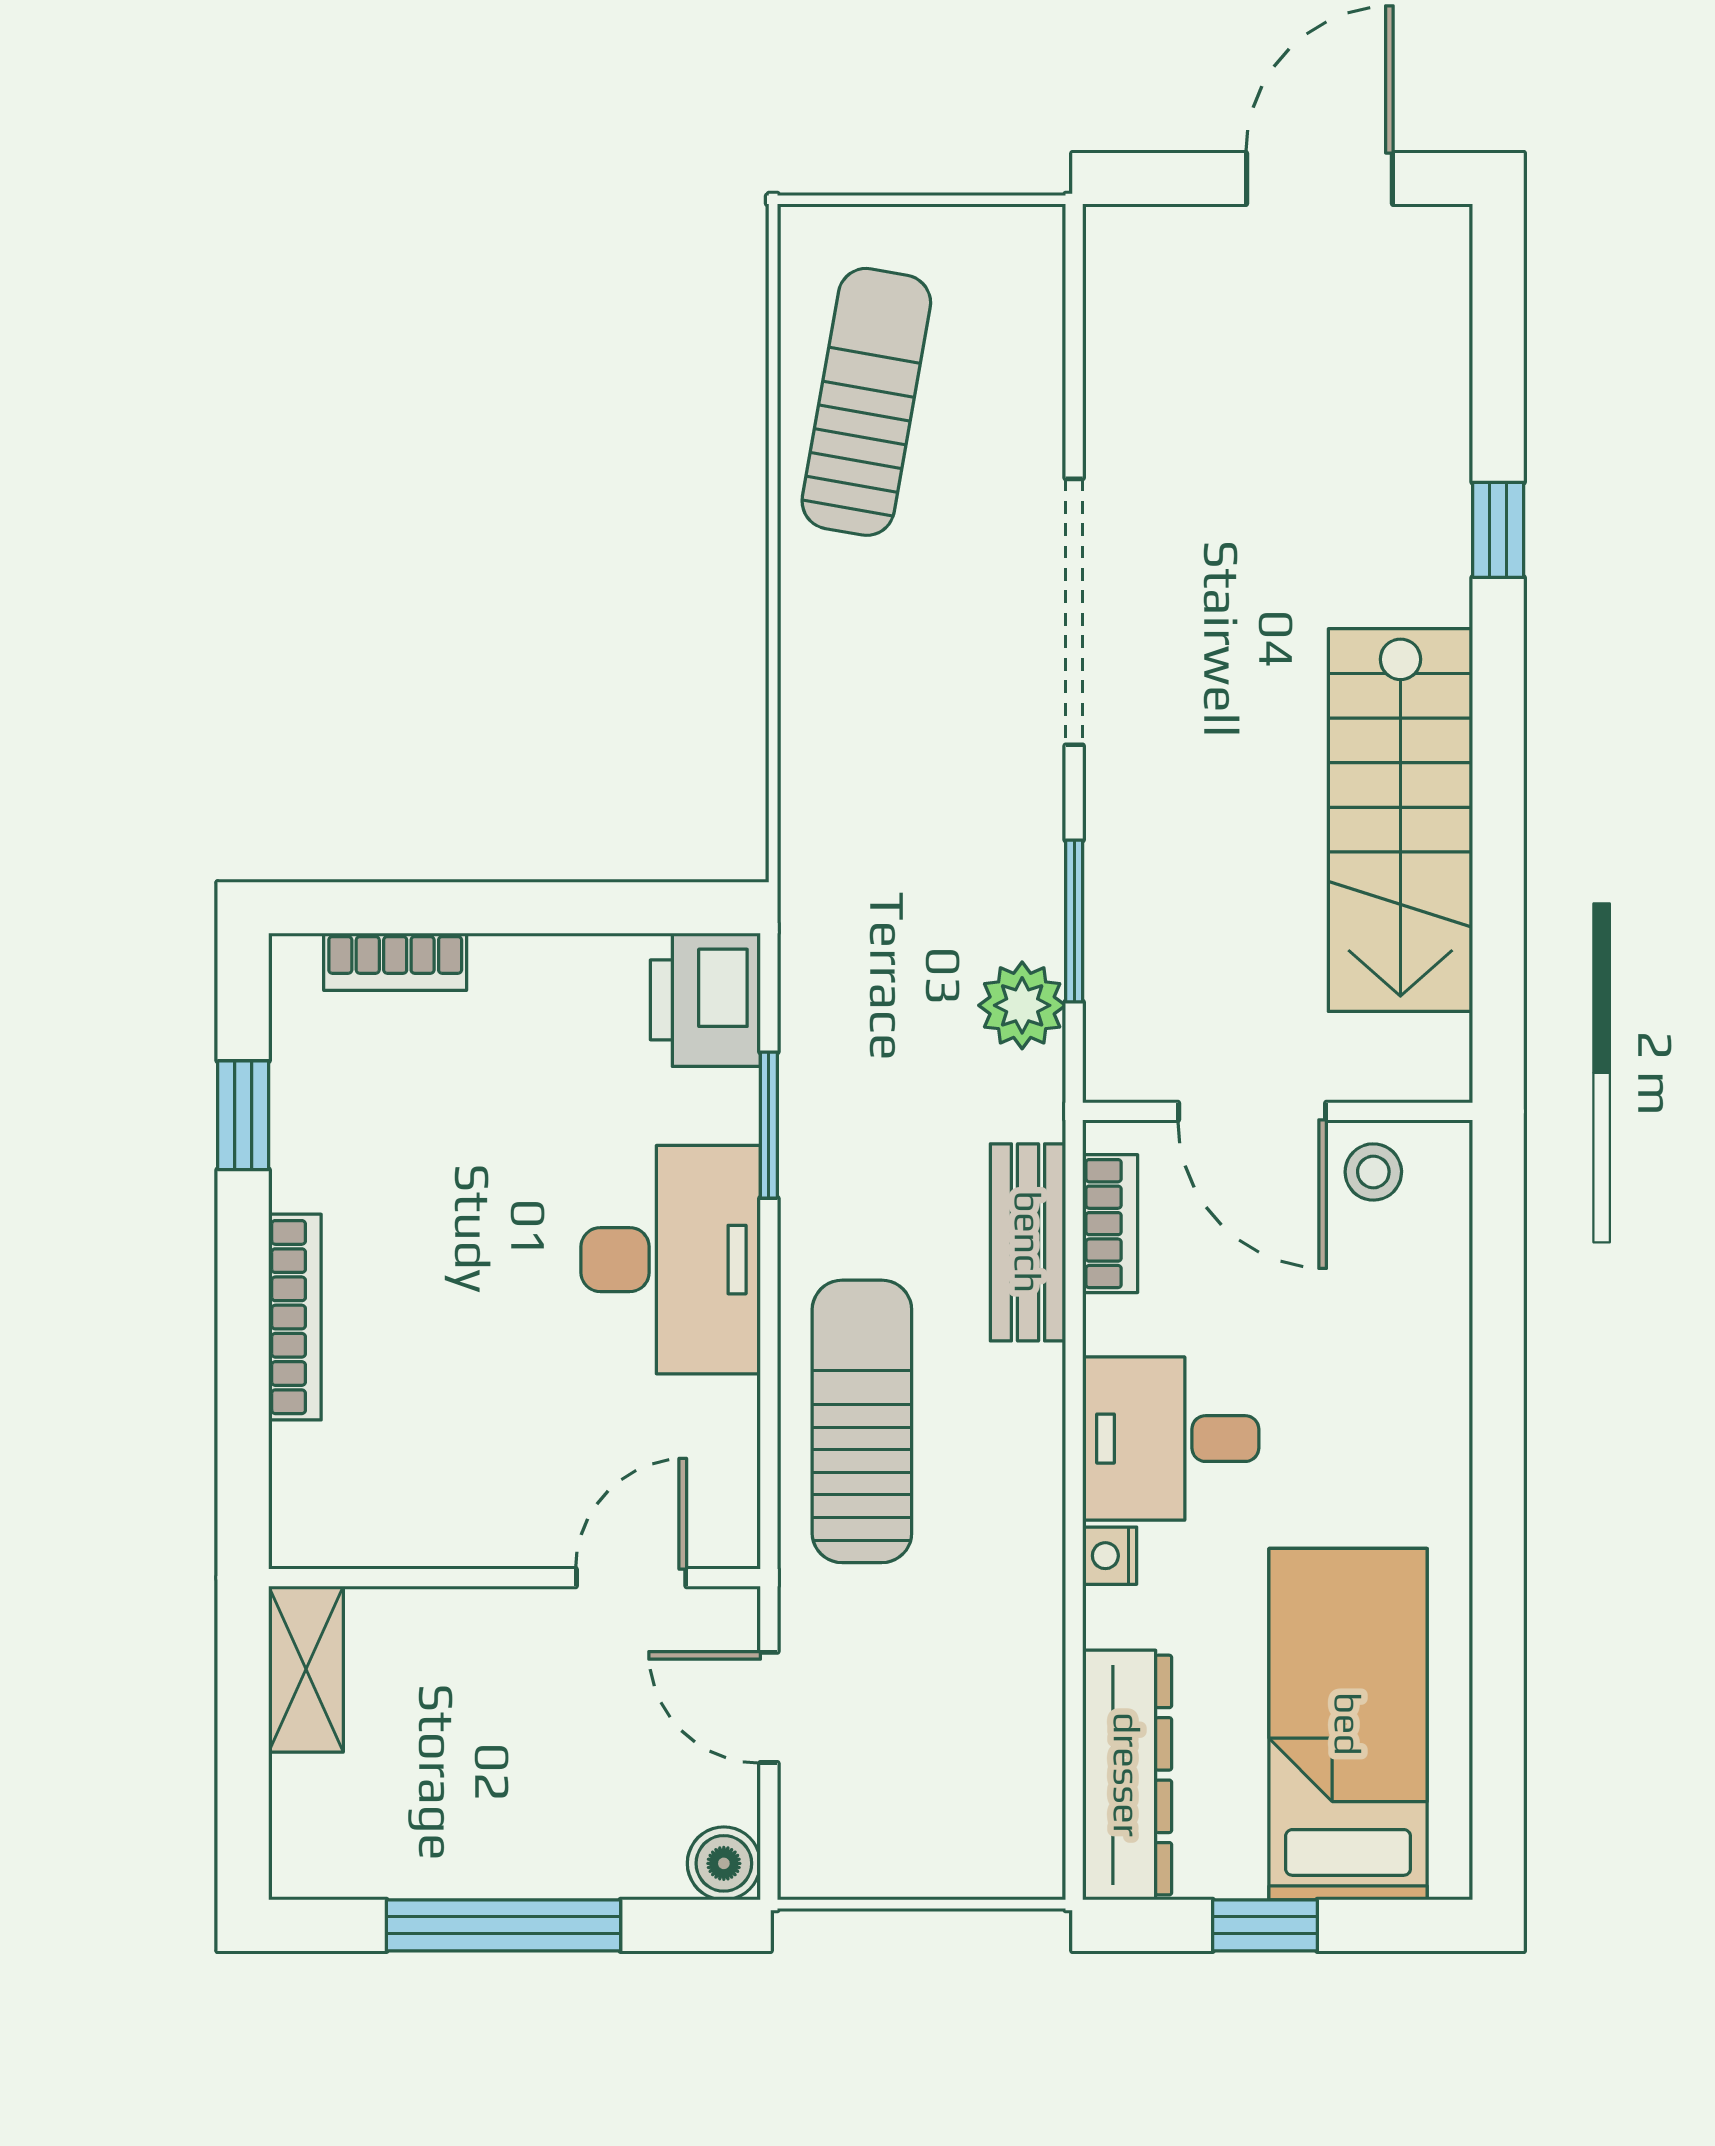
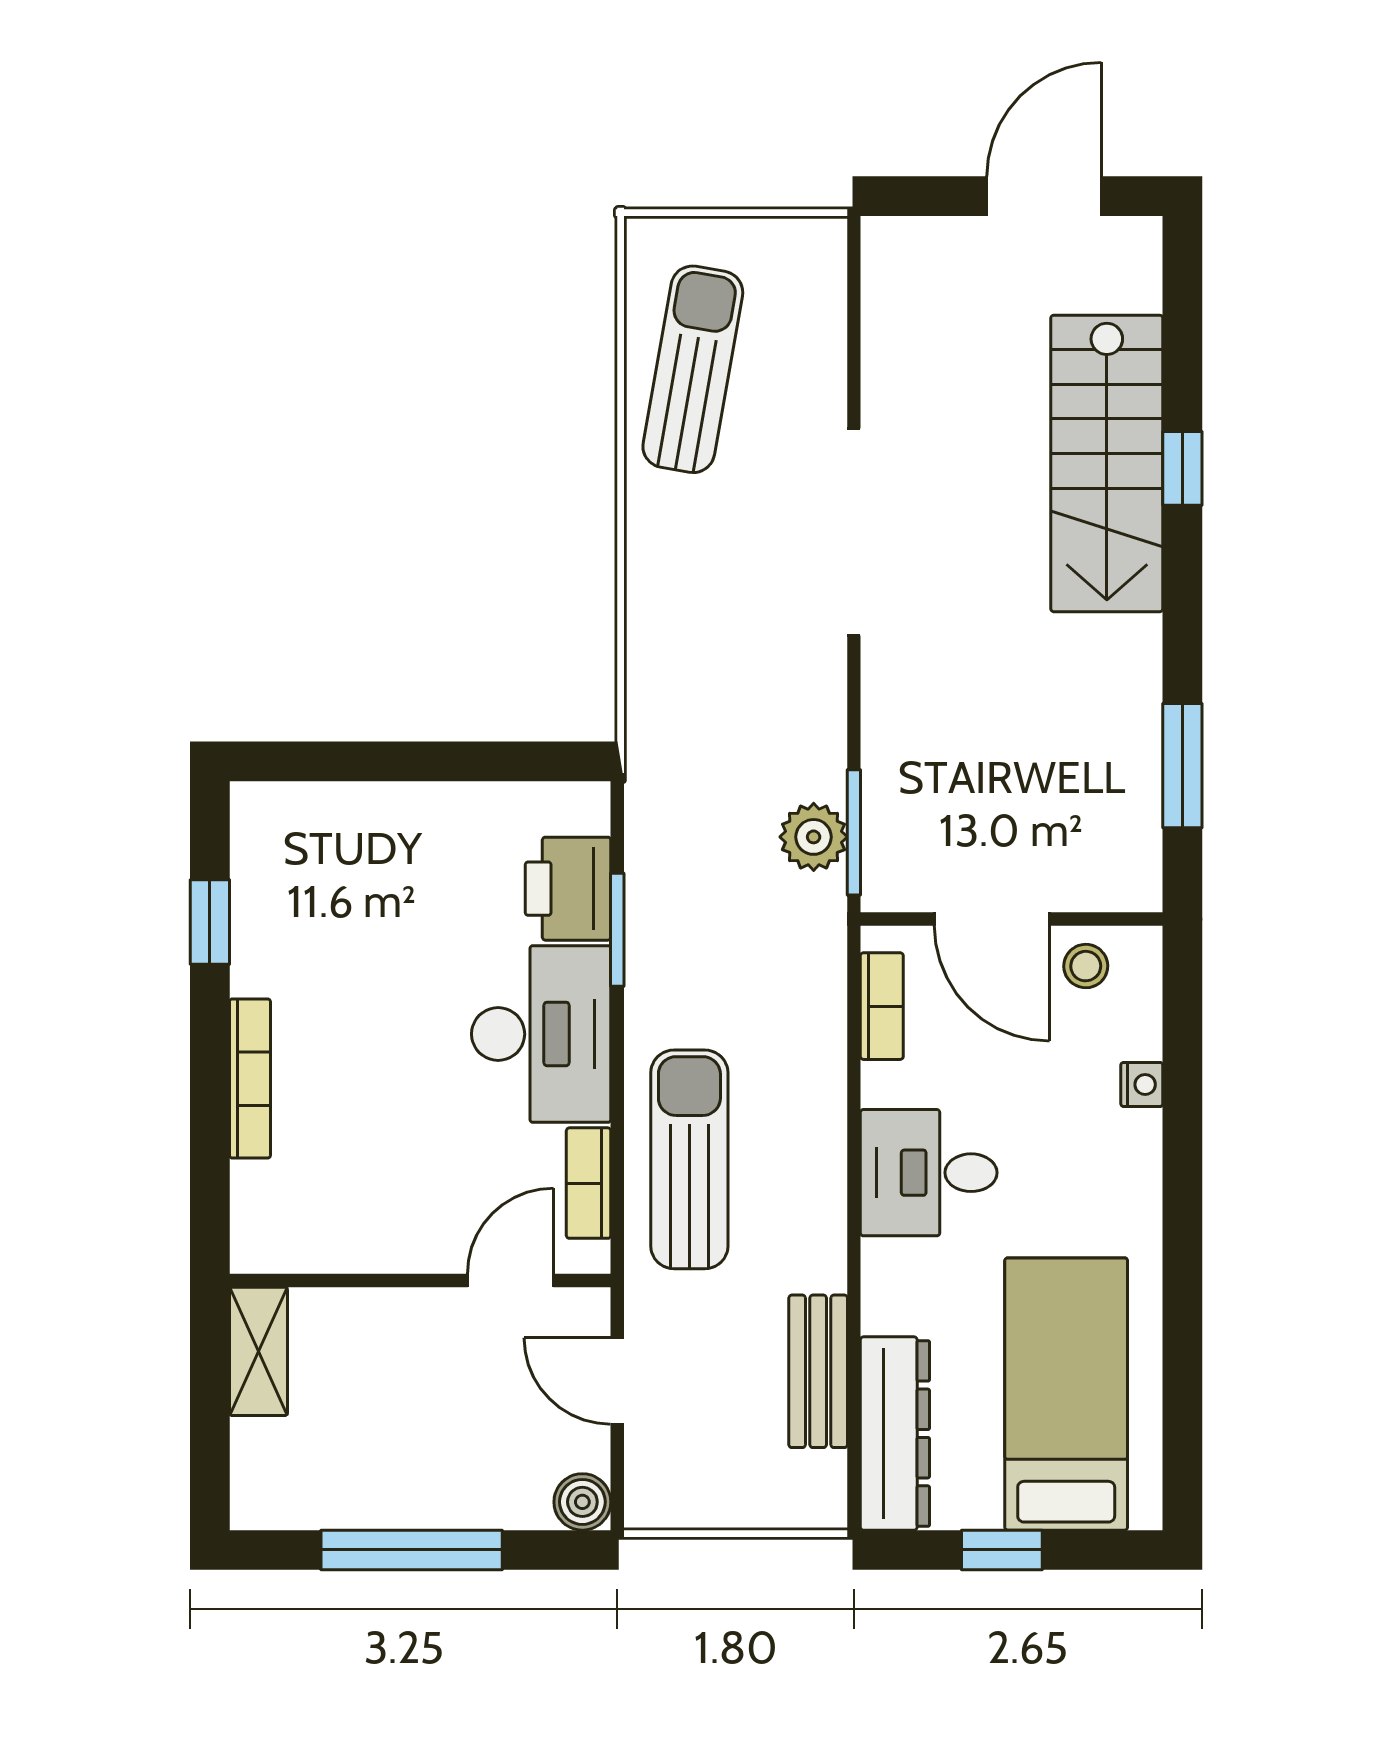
stairs: (1400, 820) -> (1107, 463), moved
window: (1498, 913) -> (1182, 766), added
window: (1074, 921) -> (854, 832), moved
bookcase: (395, 962) -> (589, 1183), moved, turned 90
printer: (705, 1000) -> (568, 889), moved
bench: (1028, 1242) -> (818, 1371), moved
nightstand: (1110, 1556) -> (1142, 1084), moved, turned 180

